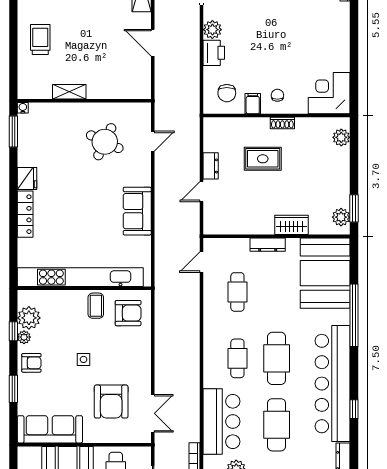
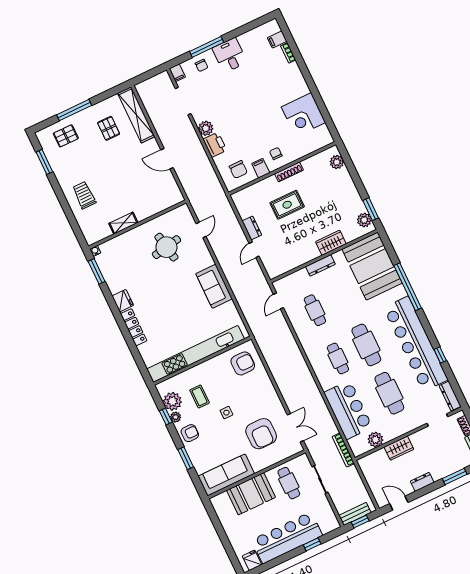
corner desk: (329, 93) -> (303, 115), moved, turned -90
shoe rack: (282, 123) -> (289, 172), width x1.43
round table: (105, 142) -> (166, 247), turned -36
coffee table: (96, 306) -> (200, 397), moved

